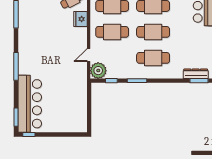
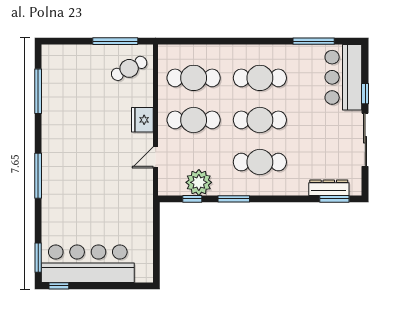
fridge: (80, 19) -> (142, 120), moved
plant: (98, 71) -> (199, 182), moved
bar counter: (30, 104) -> (88, 264), moved, turned -90

